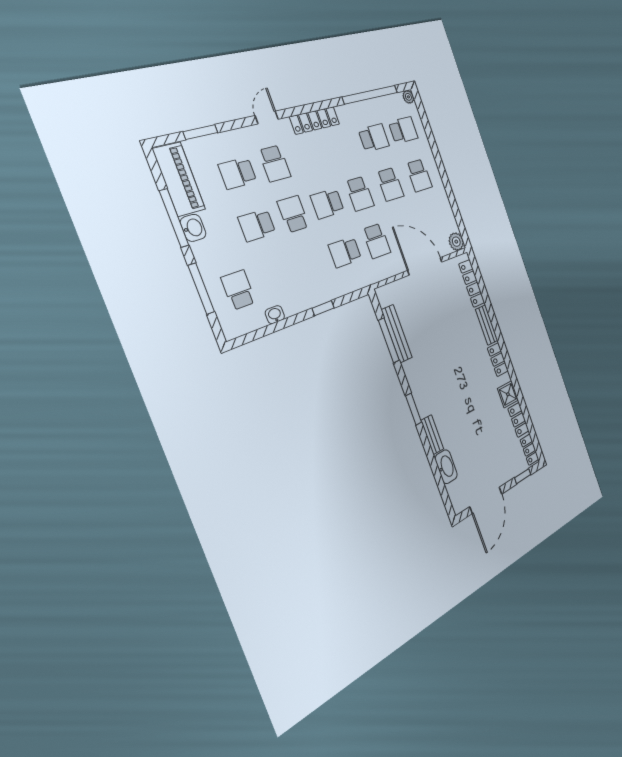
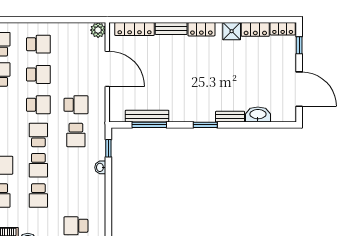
school desk: (327, 204) -> (38, 135), turned 180
school desk: (293, 214) -> (38, 165), turned -90
door: (425, 266) -> (107, 69), swing flipped
window: (323, 308) -> (108, 148), moved
washbasin: (275, 315) -> (100, 167), moved

